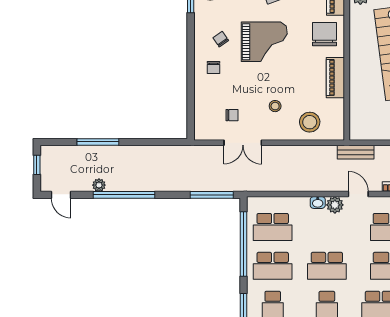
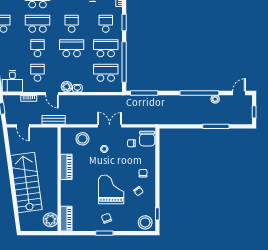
chair: (324, 34) -> (147, 139), moved
grand piano: (264, 42) -> (111, 189), turned 90
double door: (243, 143) -> (110, 126), moved
door: (61, 195) -> (239, 93), hinge flipped

